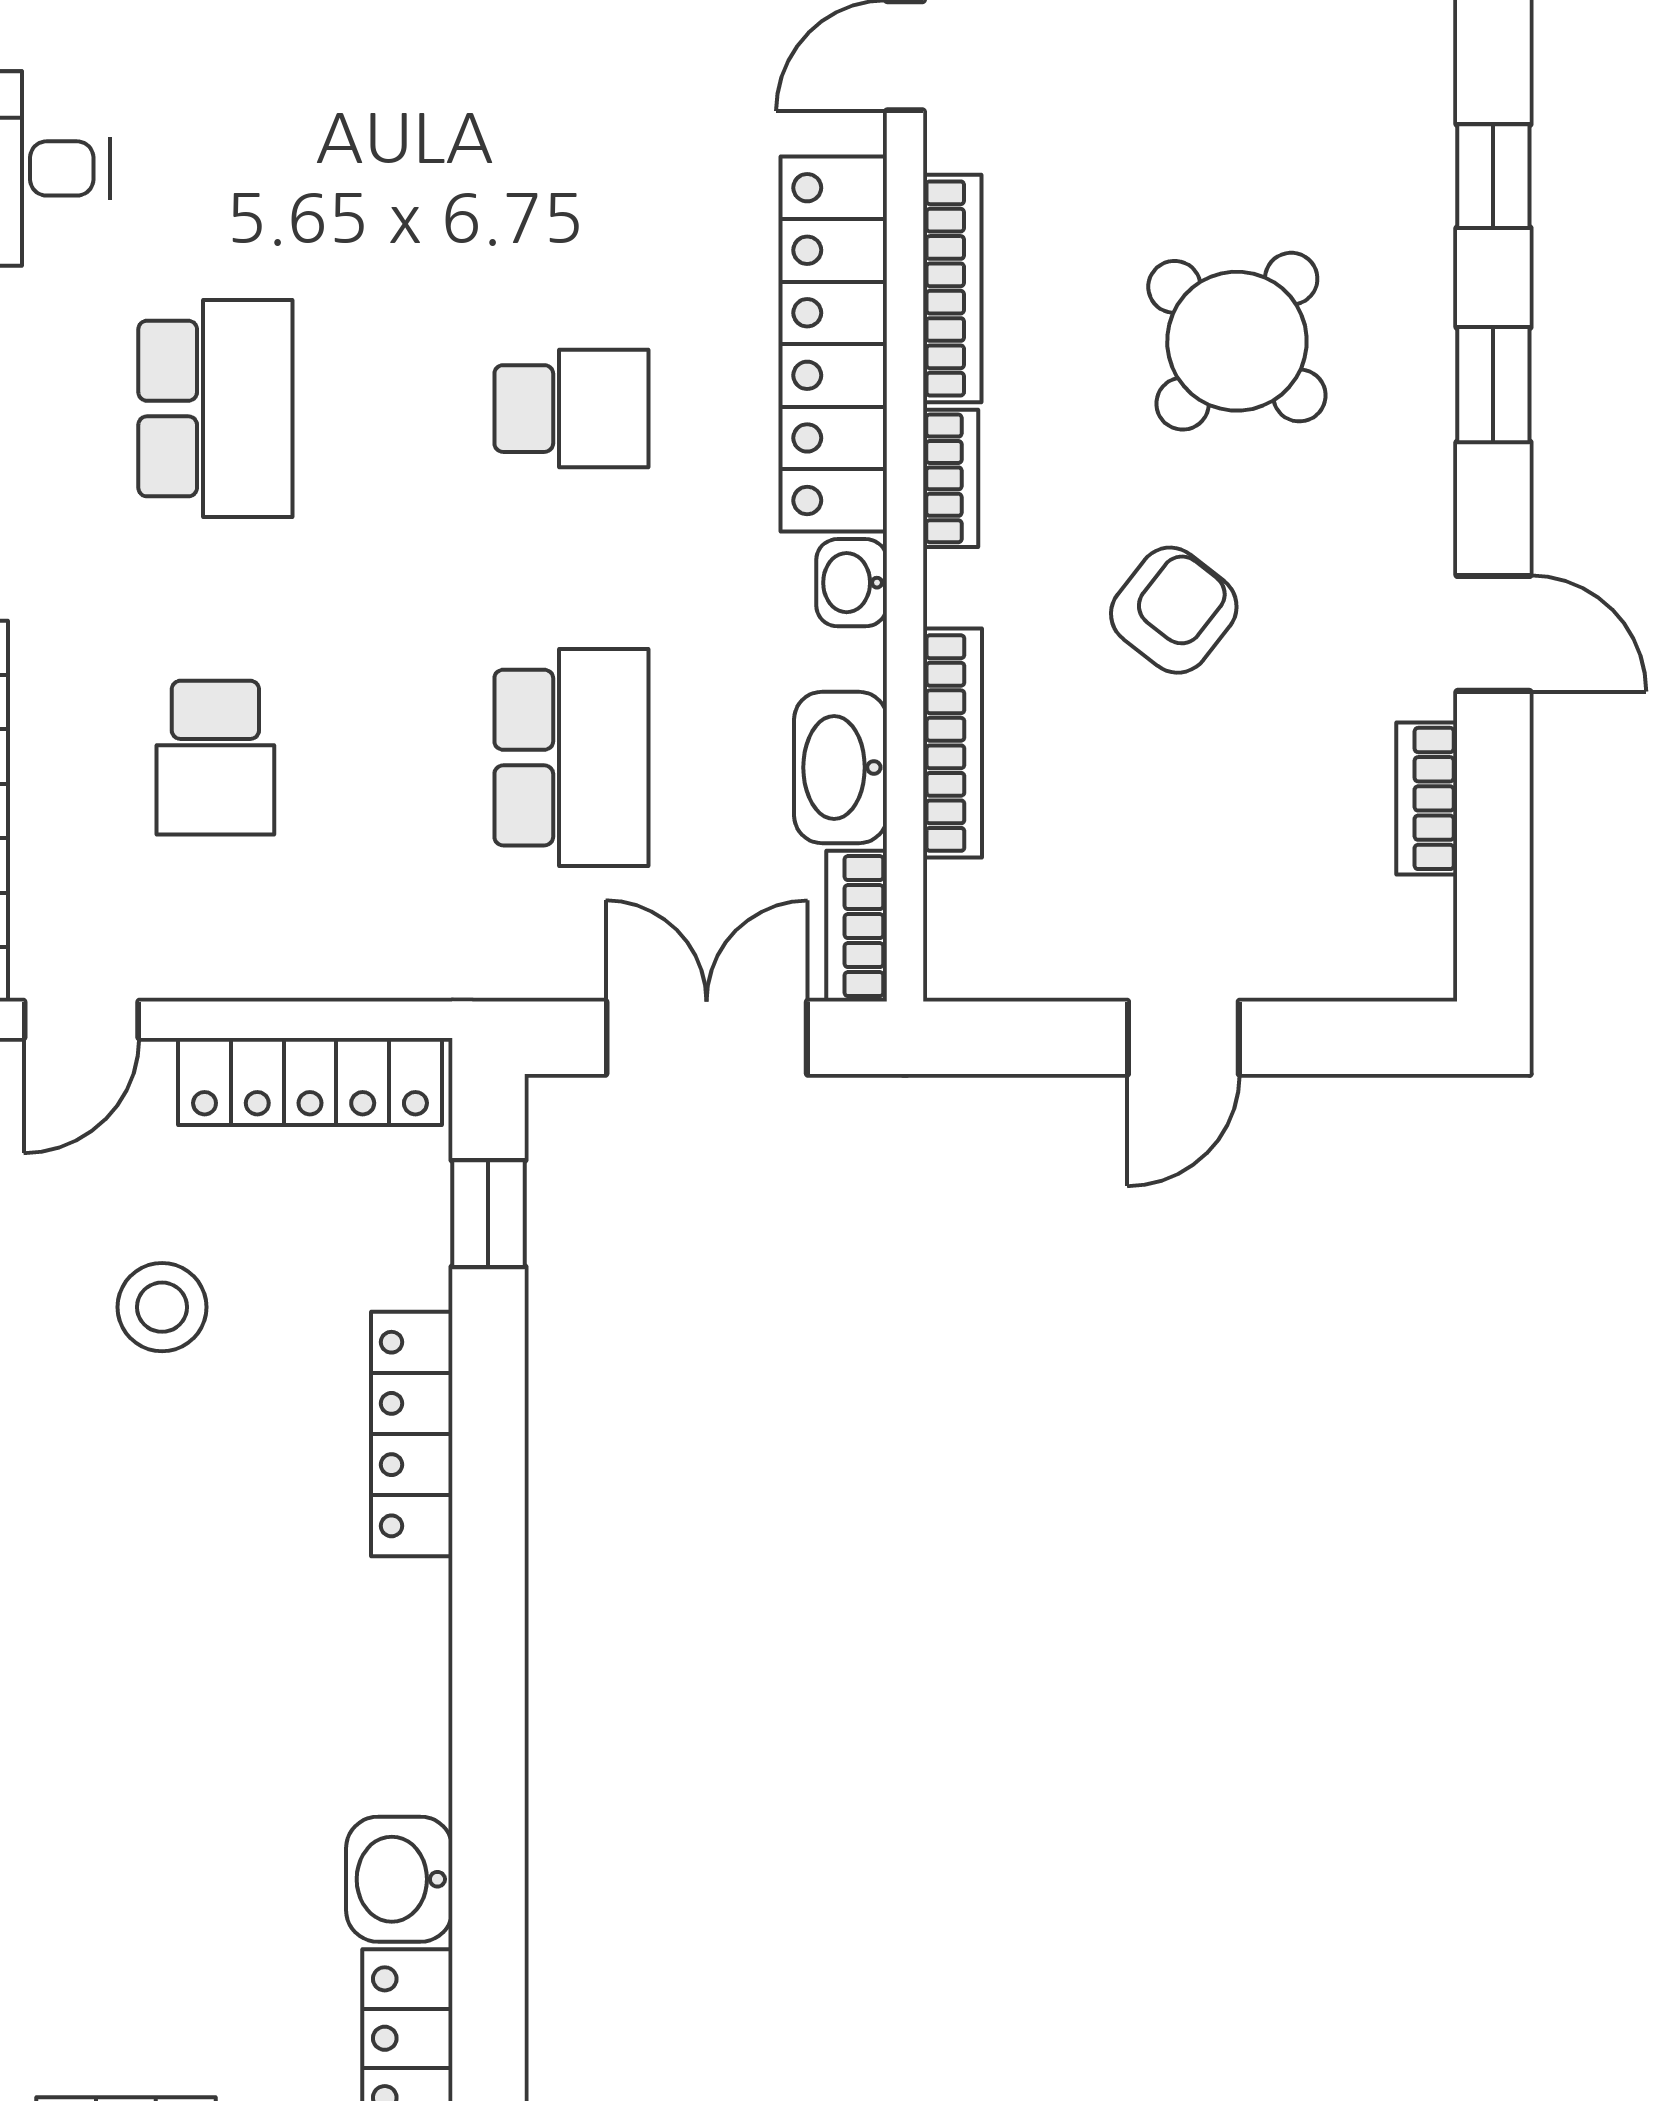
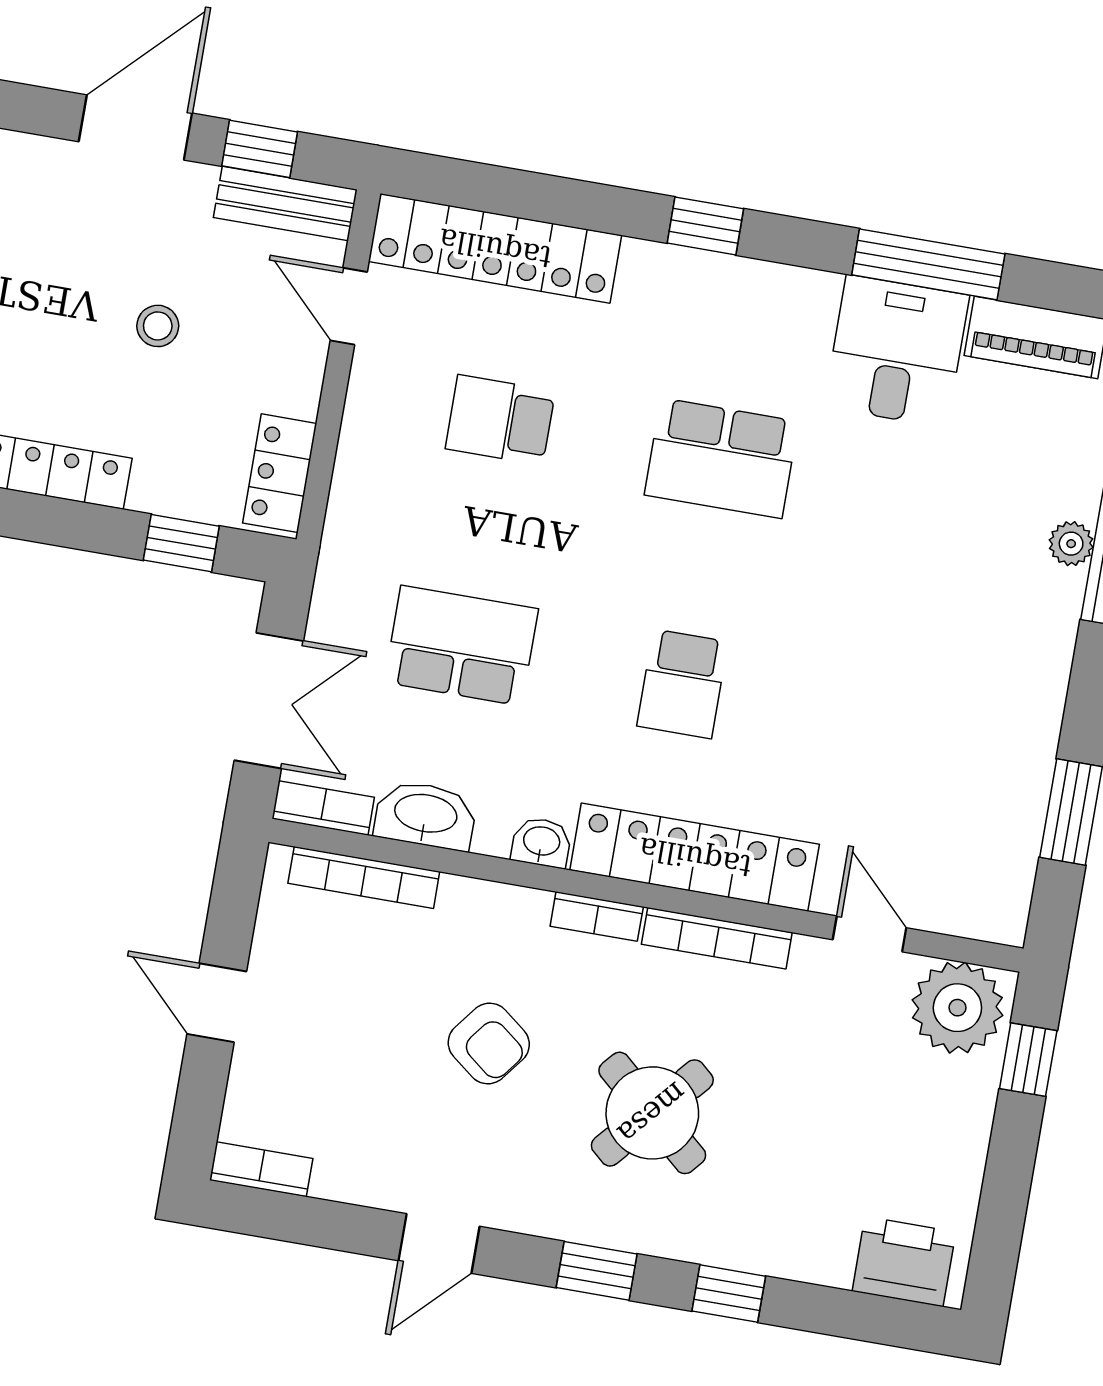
bookcase: (952, 743) -> (364, 877), moved
school desk: (571, 758) -> (461, 646), turned 180
bookcase: (1427, 798) -> (261, 1169), moved
locker: (310, 1081) -> (280, 473), width x0.66
stool: (162, 1307) -> (158, 326), width x0.73, depth x0.73

